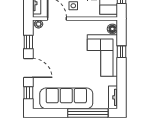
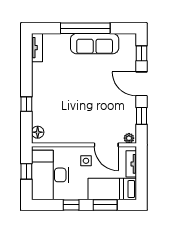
corner sofa: (102, 56) -> (50, 99), removed
sofa: (66, 98) -> (95, 44), width x0.74, depth x0.79
window: (88, 113) -> (85, 28), moved

